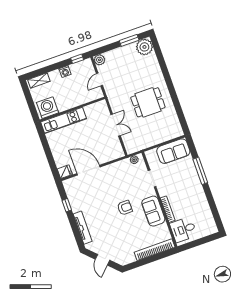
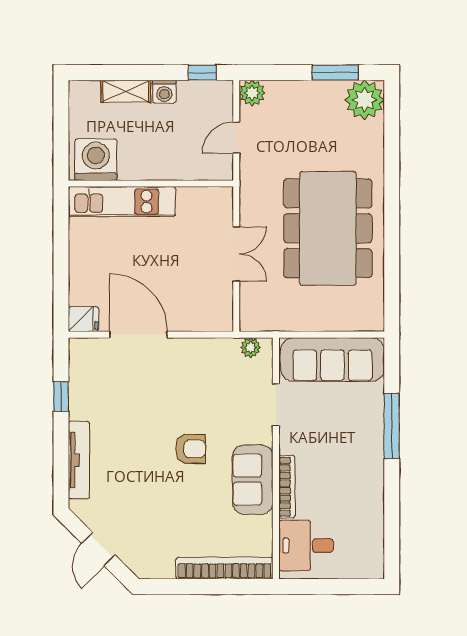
shelving: (39, 81) -> (126, 91), moved
dining table: (148, 102) -> (328, 228), width x1.88, depth x1.24
sofa: (173, 151) -> (332, 360), width x1.36

